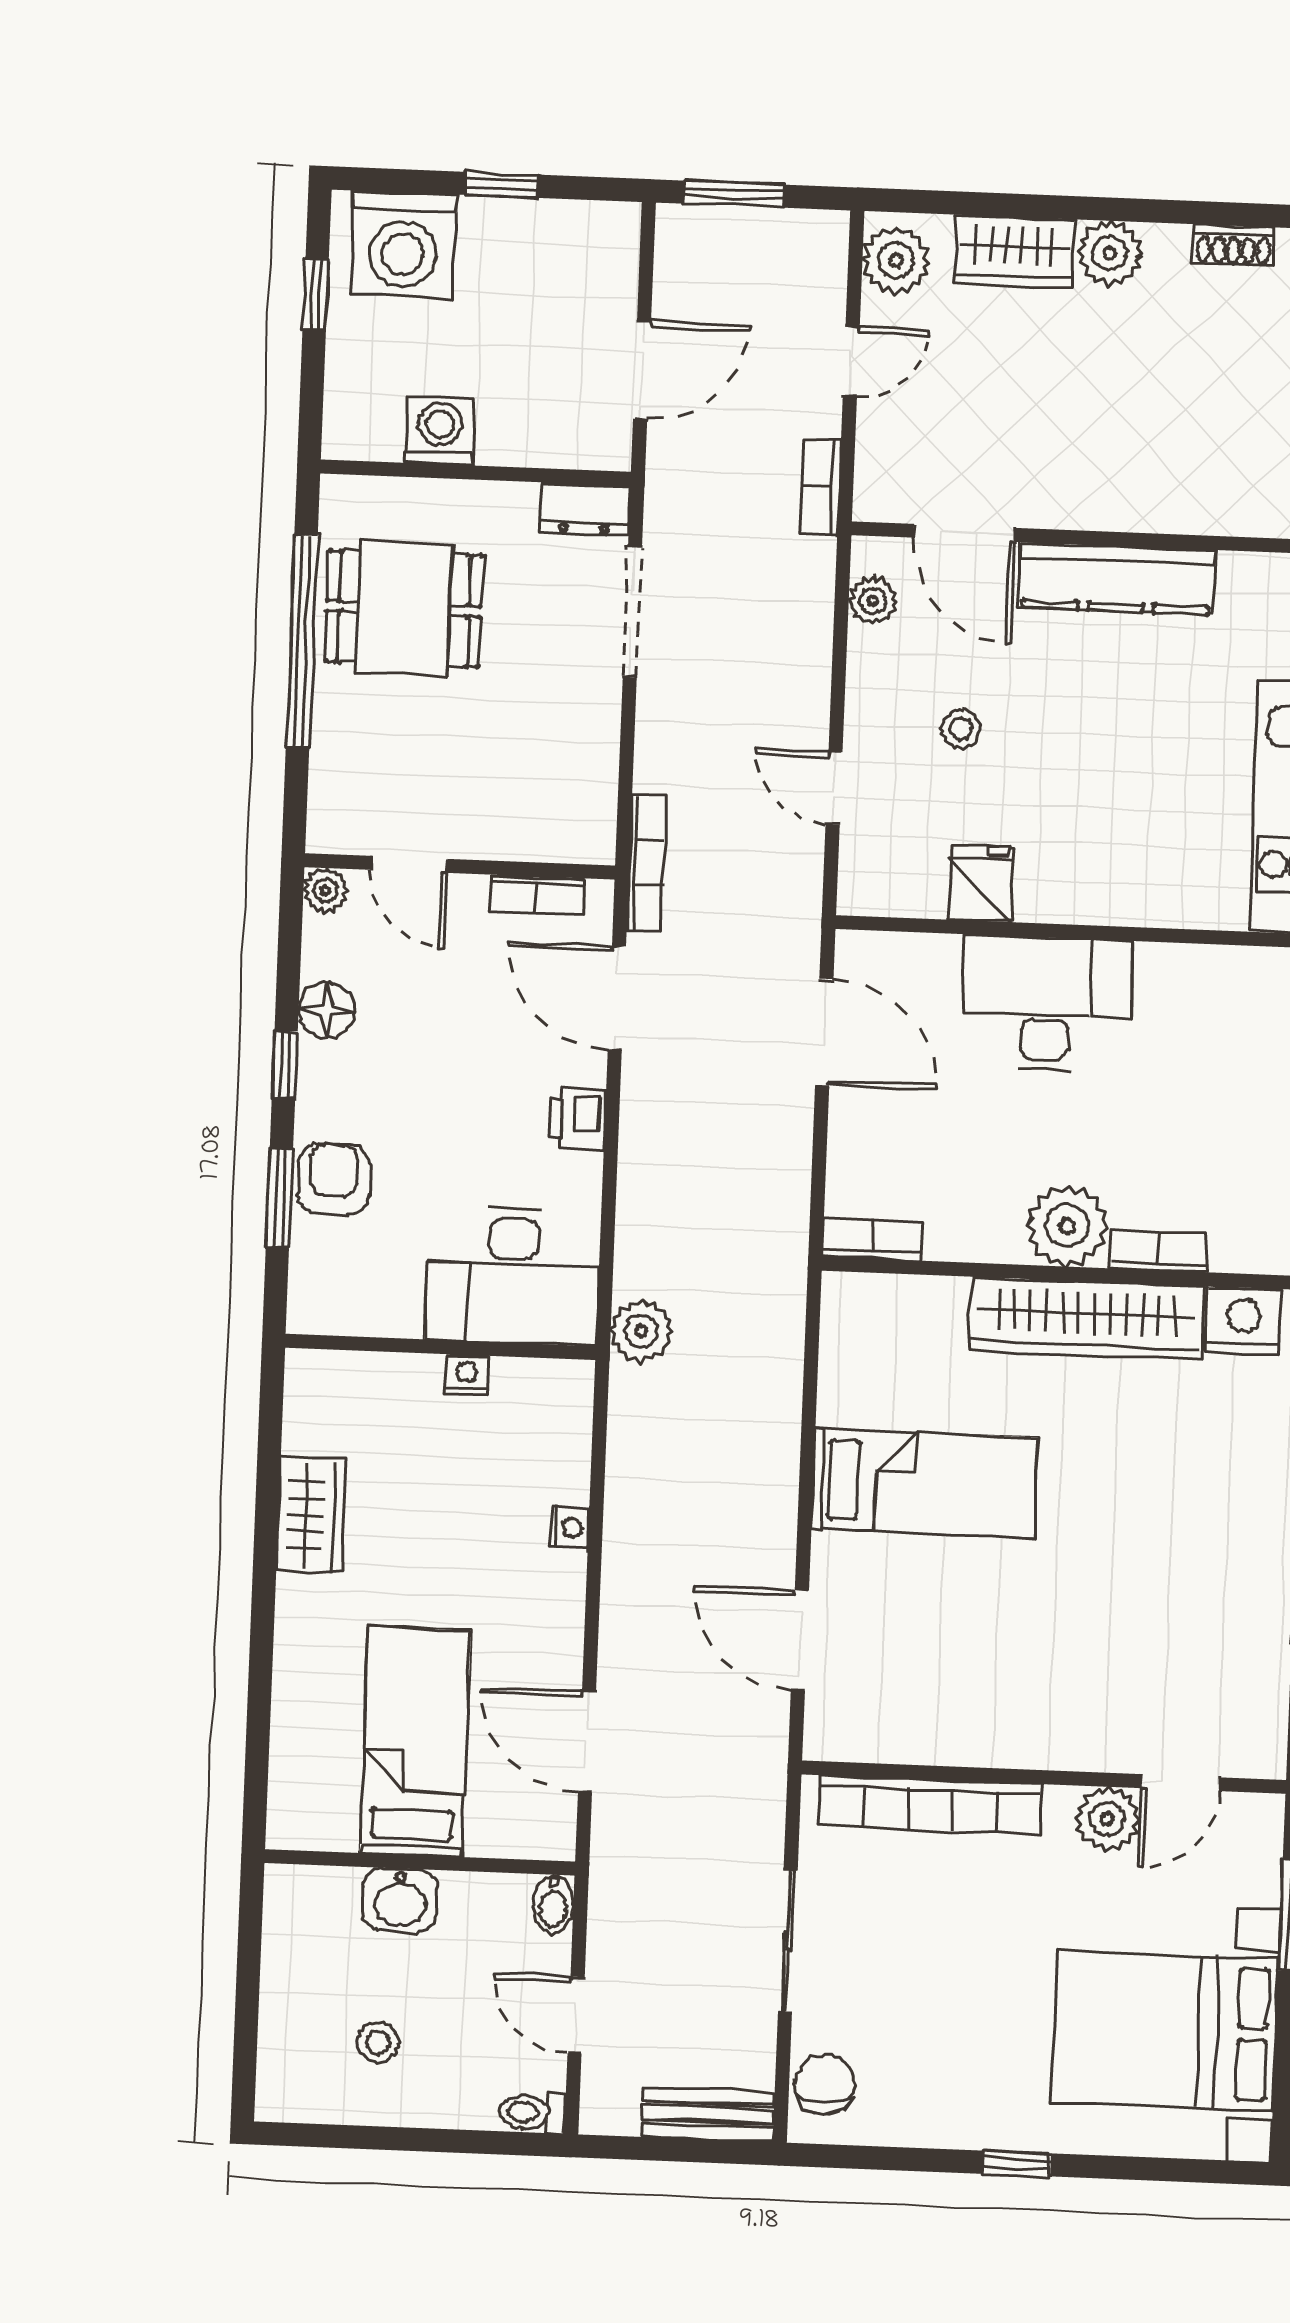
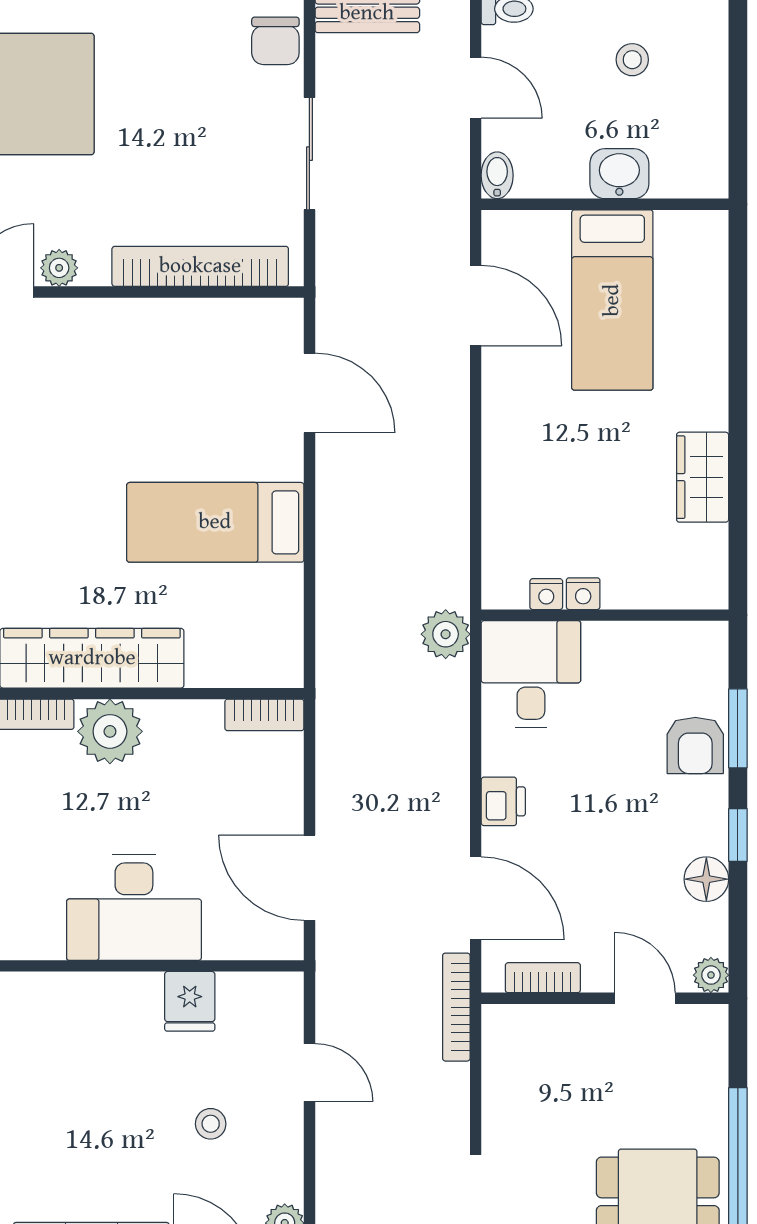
desk: (513, 1276) -> (531, 674), width x0.73
nightstand: (569, 1527) -> (546, 594), moved, turned -90
plant: (1107, 1819) -> (59, 268), width x0.73, depth x0.73

